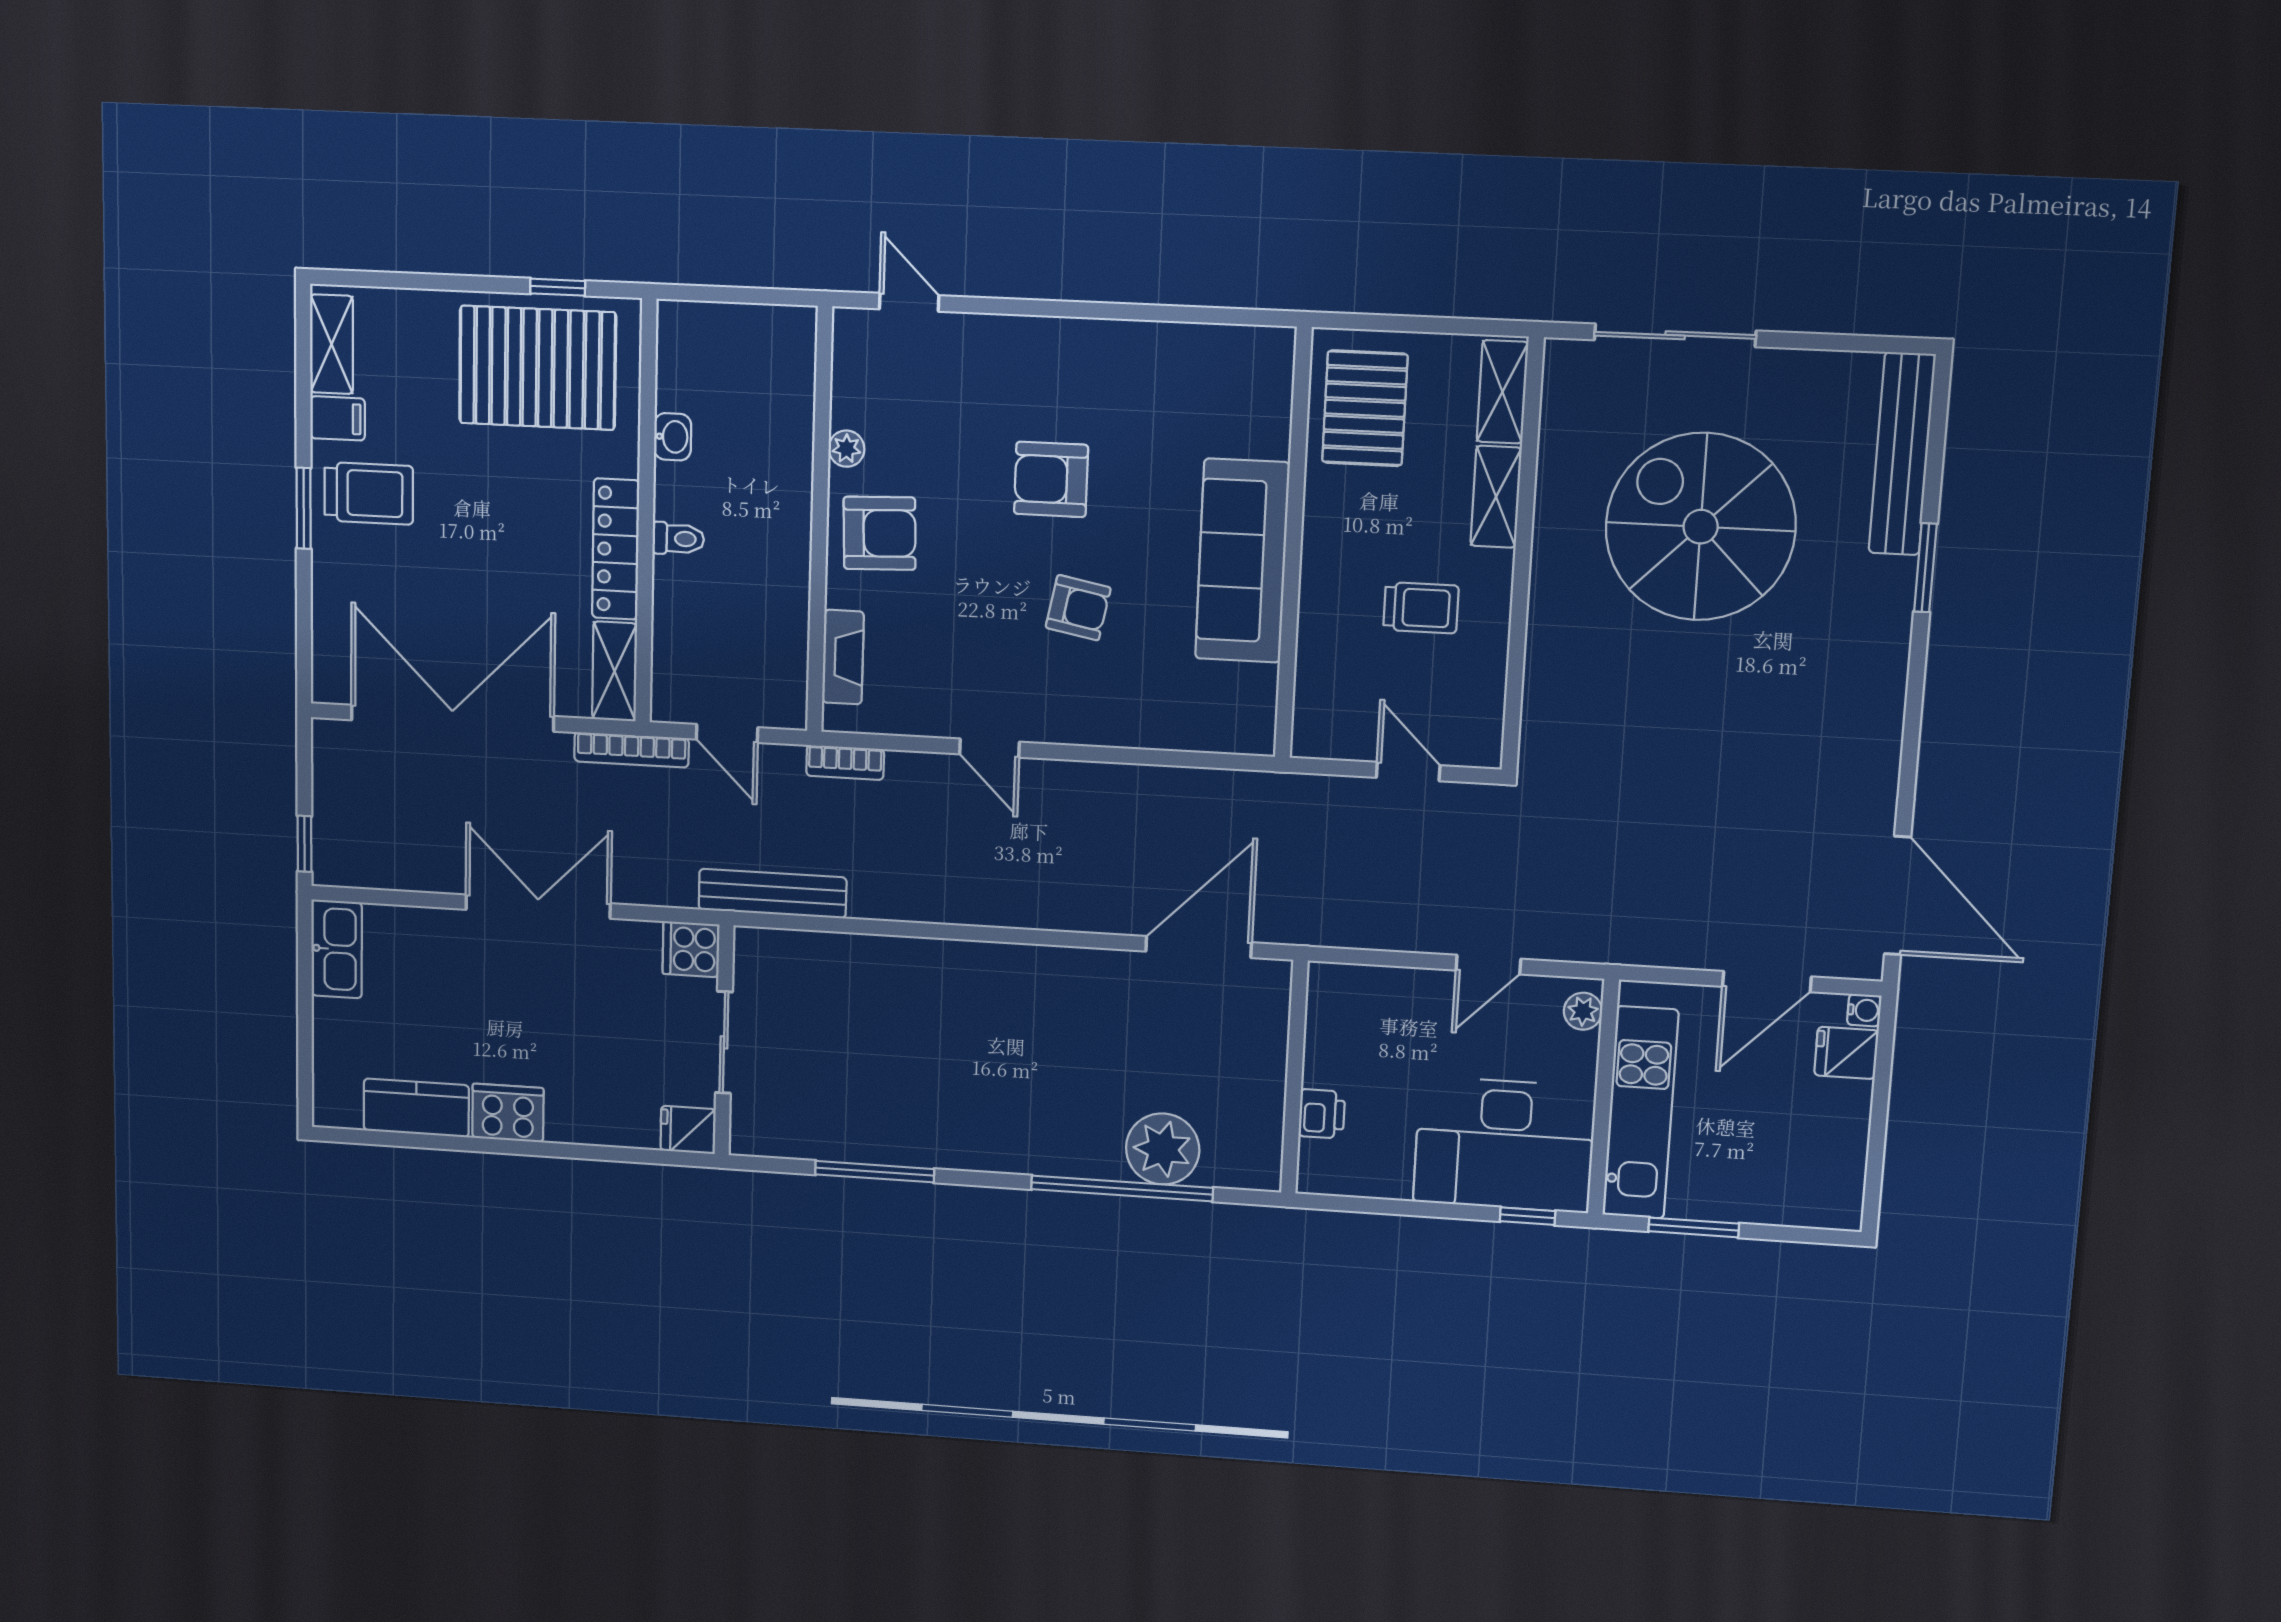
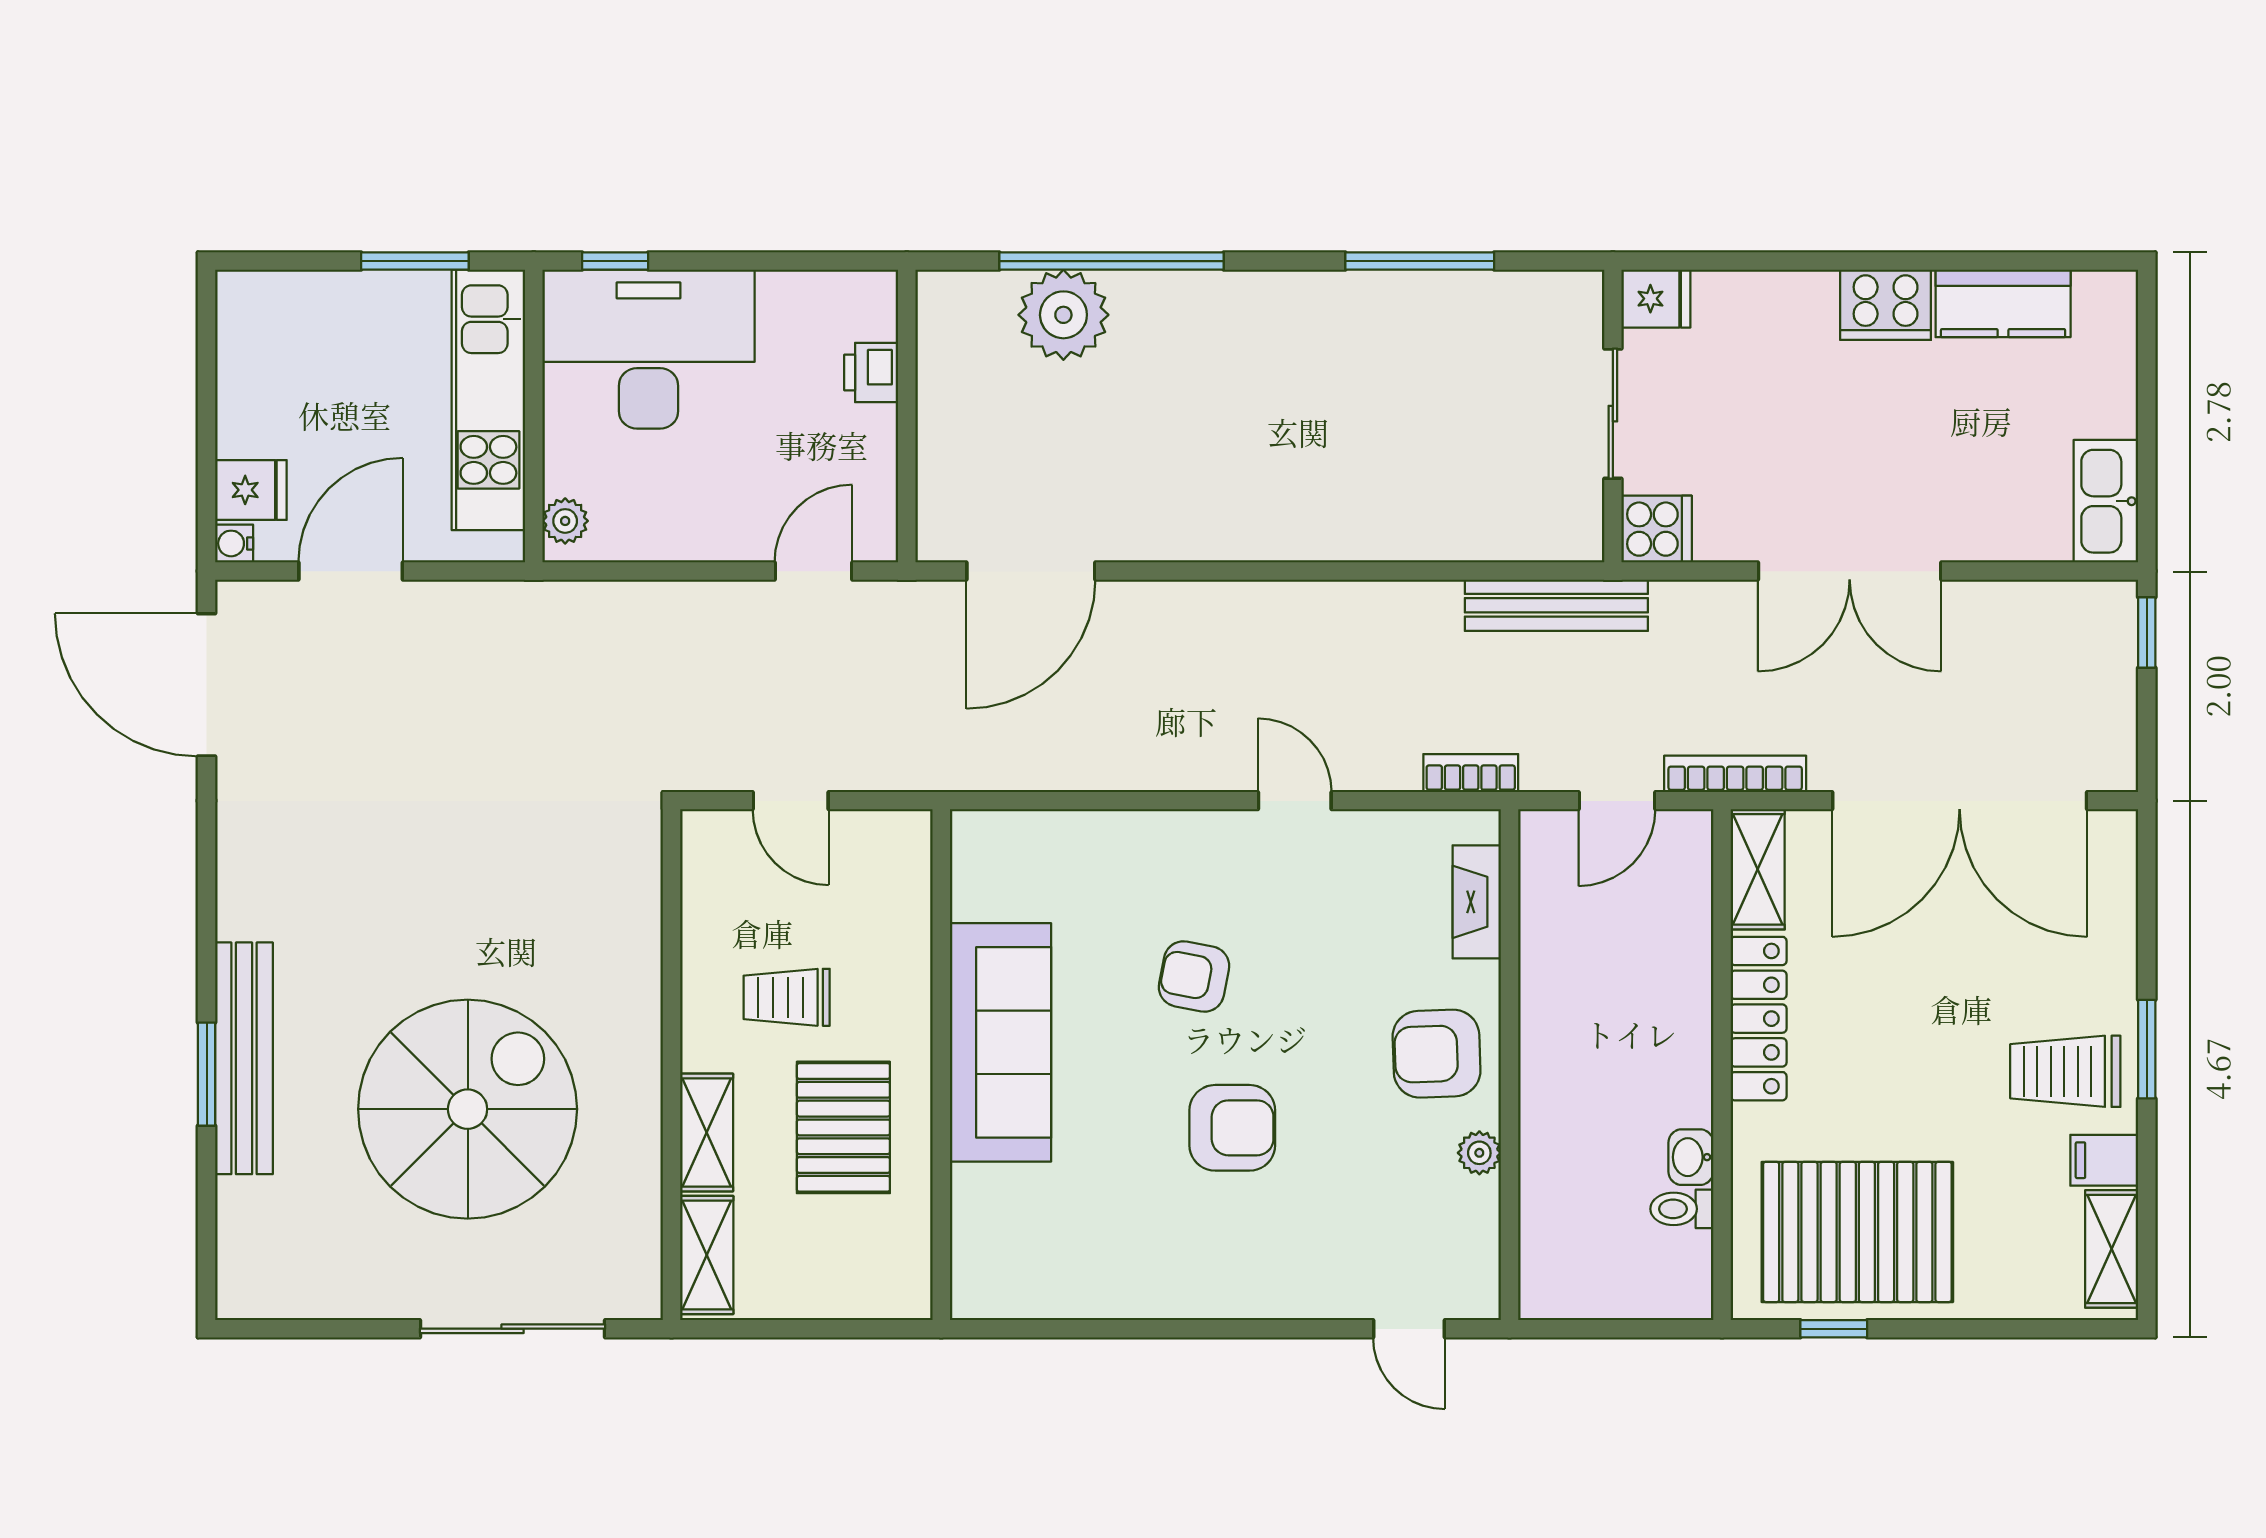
pallet: (1365, 408) -> (843, 1127), moved
bench: (1902, 454) -> (244, 1058), moved
spiral stairs: (1701, 527) -> (468, 1109), turned -90
toilet: (678, 539) -> (1682, 1209), moved
door: (727, 733) -> (1617, 801), swing flipped
door: (1488, 965) -> (813, 571), moved

